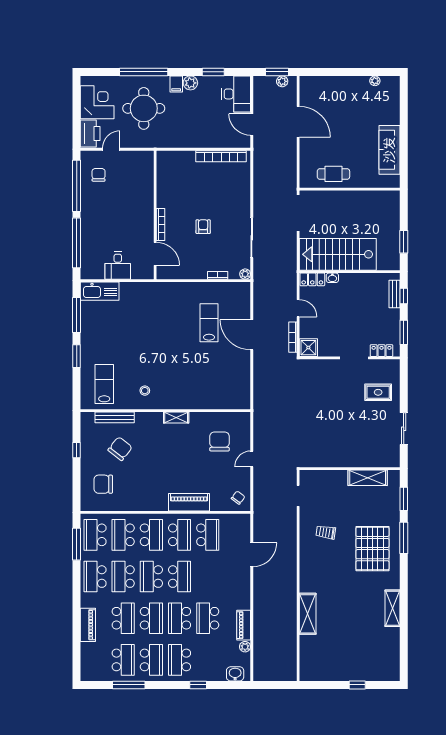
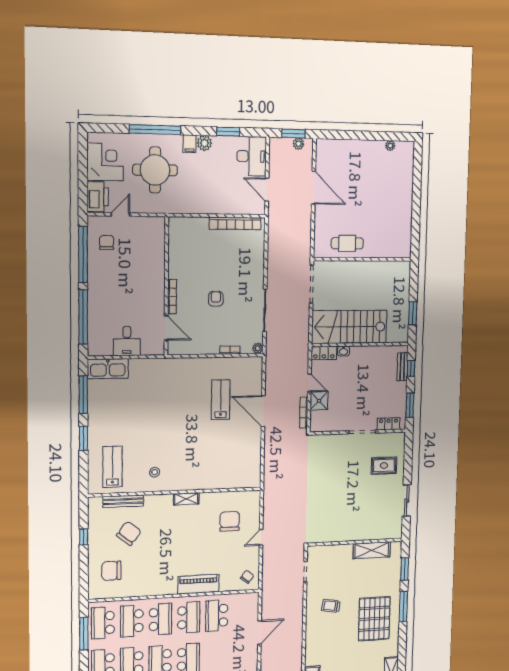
sofa: (389, 150) -> (402, 219), removed
shower: (308, 348) -> (319, 401), moved
school desk: (208, 535) -> (217, 616), turned 180

